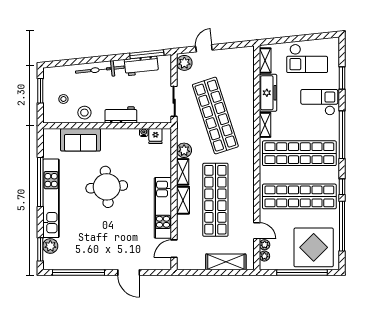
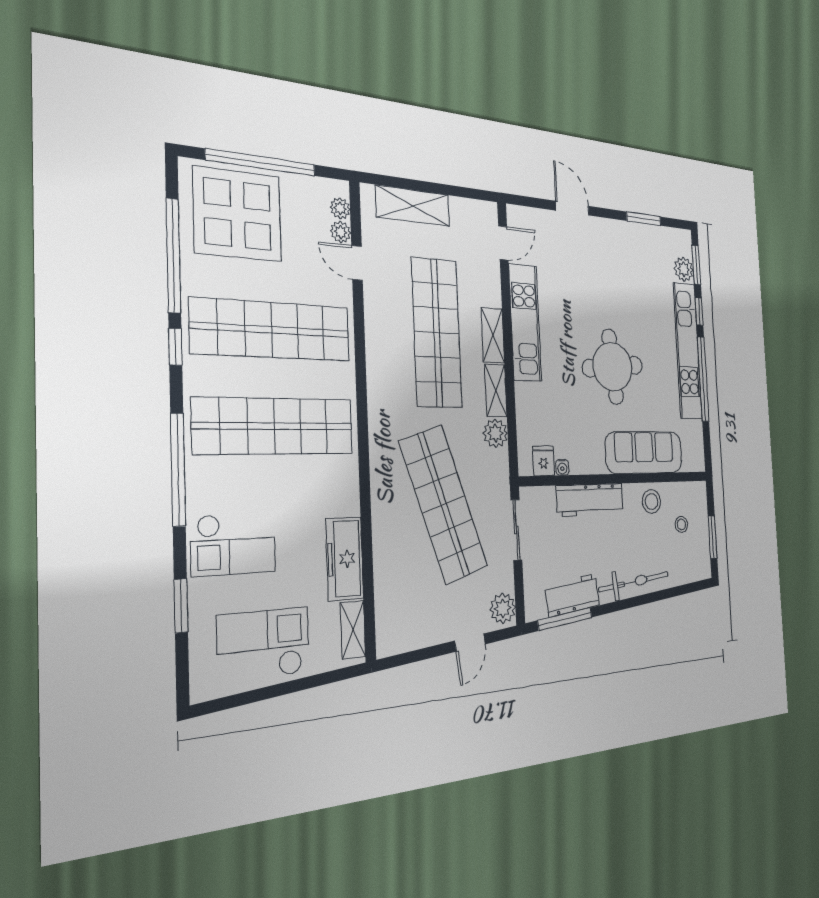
workbench: (121, 115) -> (590, 500), width x1.37
shelving: (265, 125) -> (348, 488), removed
sofa: (81, 140) -> (644, 452), width x1.36
window: (40, 222) -> (699, 312), added
window: (79, 273) -> (644, 219), width x0.47

